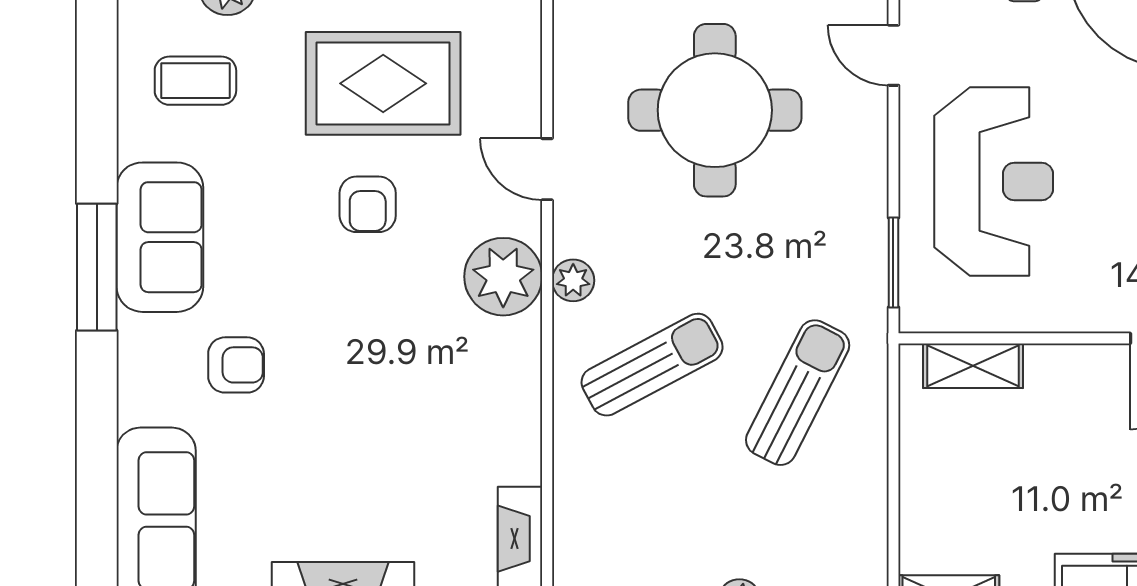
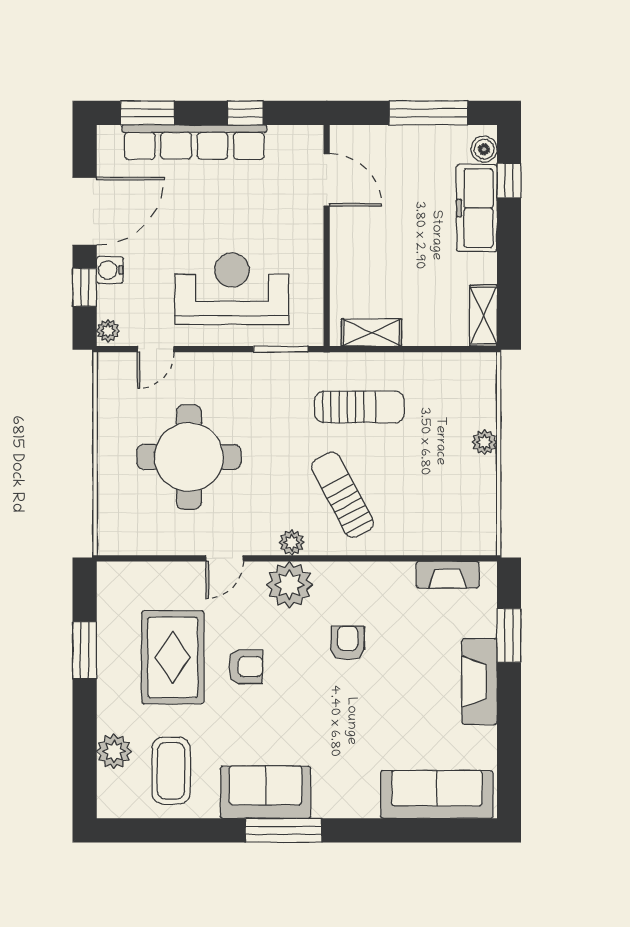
coffee table: (195, 81) -> (171, 771), width x1.36, depth x1.30
armchair: (236, 365) -> (348, 643), moved
shelving: (973, 366) -> (371, 332), moved, turned 90
sun lounger: (798, 393) -> (359, 407), turned 153

